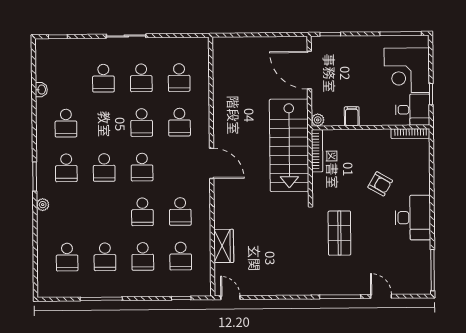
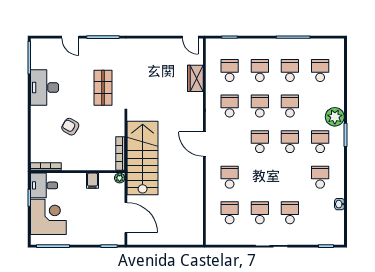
school desk: (142, 122) -> (290, 106), moved
plant: (43, 205) -> (335, 117), width x1.88, depth x1.88
desk: (413, 218) -> (44, 87), moved

